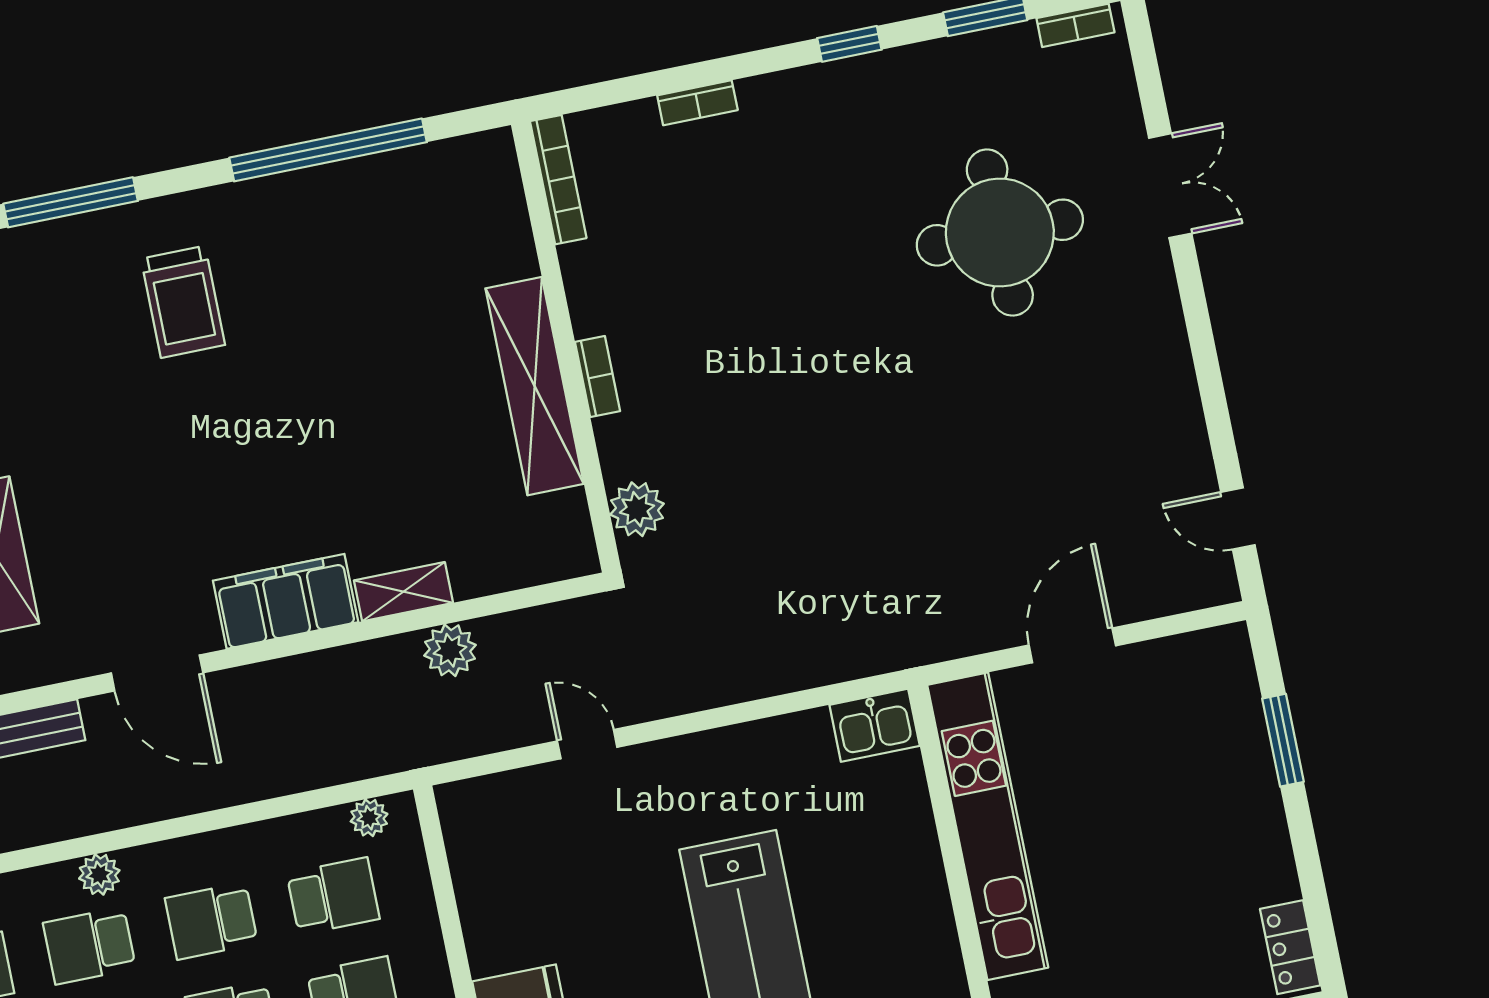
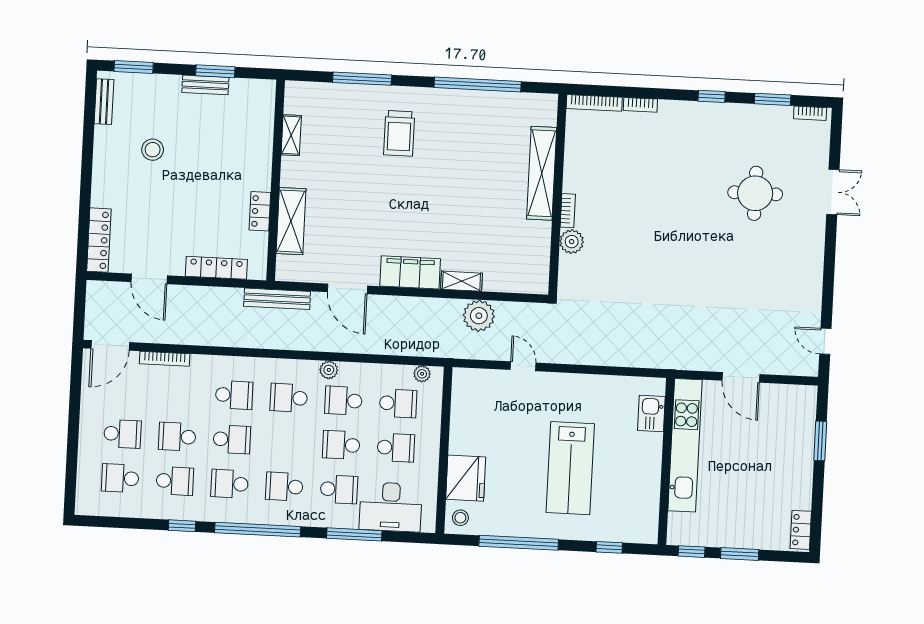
bookcase: (558, 180) -> (594, 103), moved, turned 90
round table: (1000, 233) -> (755, 193), width x0.73, depth x0.73
shelving: (535, 386) -> (542, 173), moved
plant: (637, 509) -> (572, 242), moved
door: (1072, 645) -> (741, 377), swing flipped
plant: (450, 650) -> (479, 316), width x1.36, depth x1.36
kitchen sink: (875, 725) -> (651, 413), moved, turned 90
plant: (99, 874) -> (329, 370), moved

